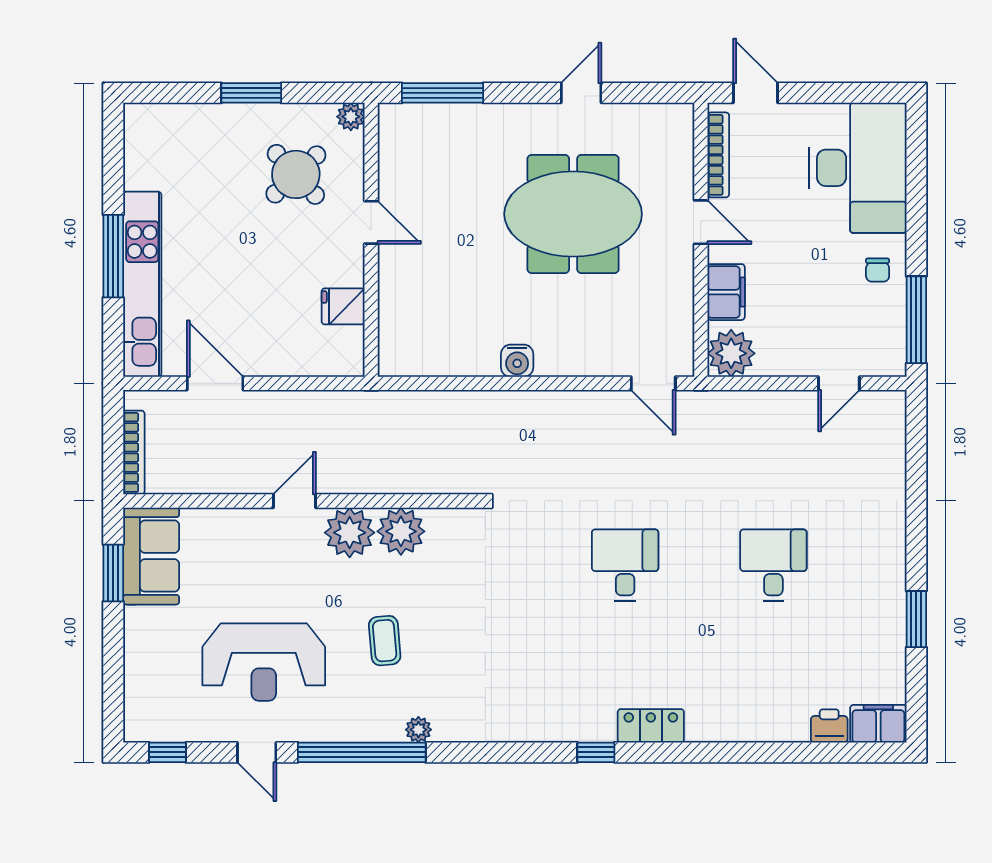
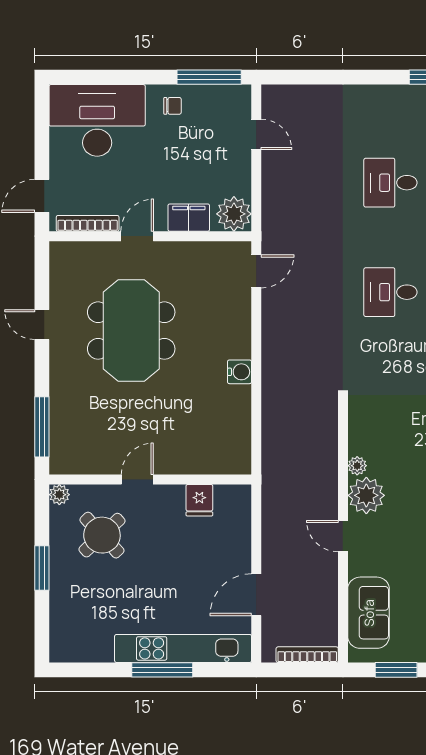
plant: (401, 531) -> (357, 466), width x0.53, depth x0.53
sofa: (151, 556) -> (369, 613), moved, turned 90

